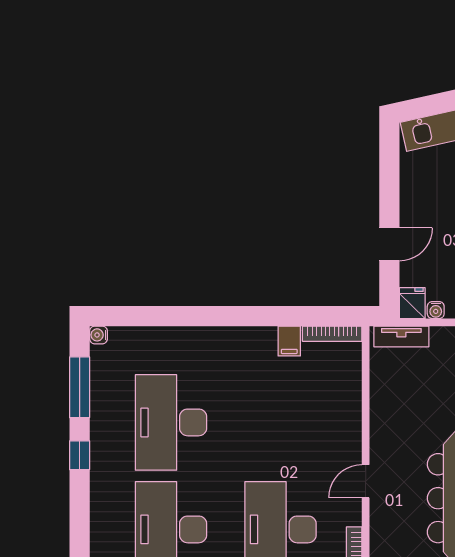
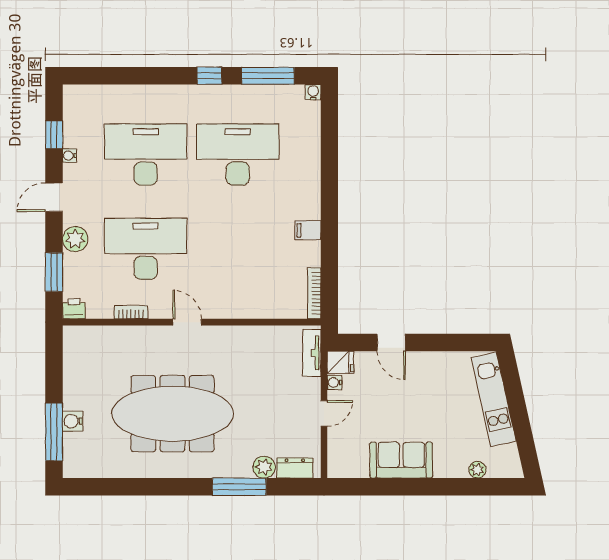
filing cabinet: (289, 341) -> (308, 230), moved

